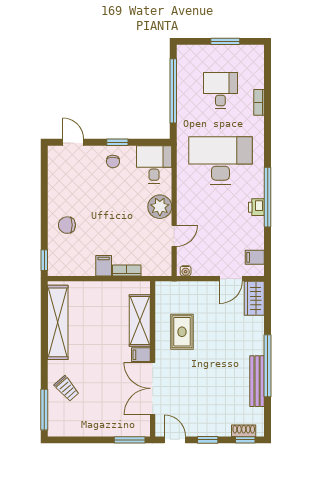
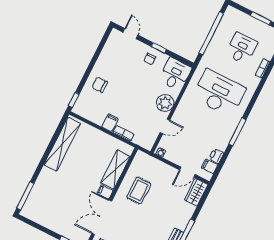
window: (268, 197) -> (237, 132), width x0.68
printer: (256, 207) -> (216, 156), moved
trolley: (67, 389) -> (47, 190), removed

